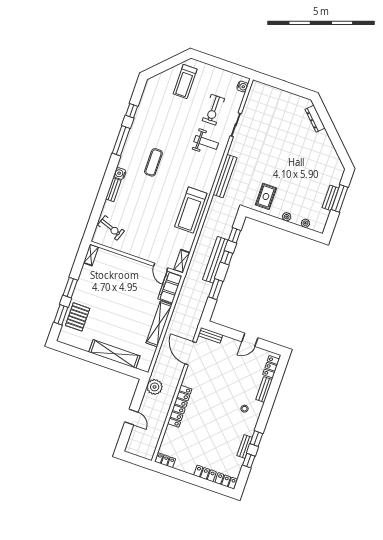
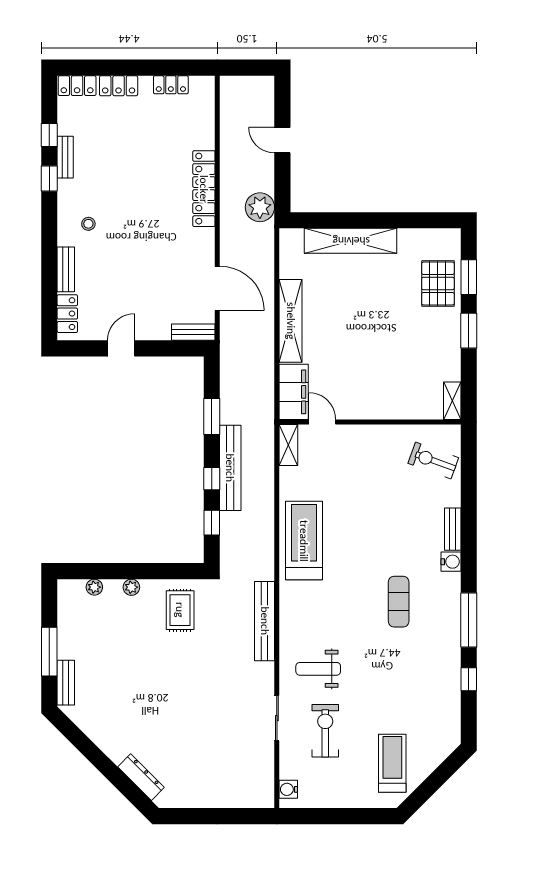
bench: (330, 198) -> (66, 683), moved
locker: (165, 460) -> (171, 85), moved

